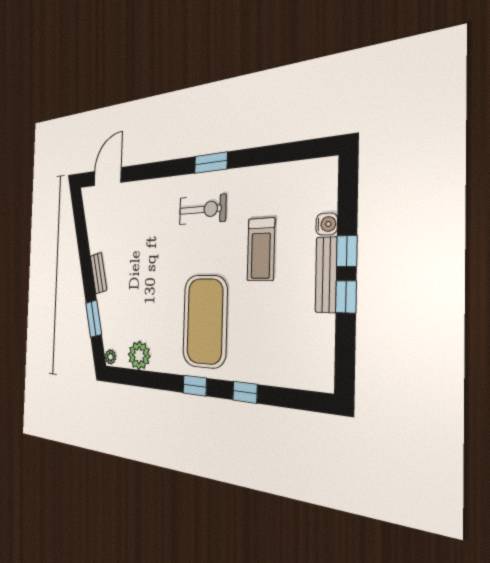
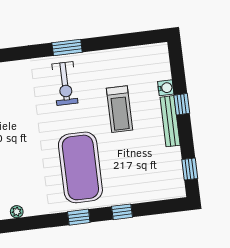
exercise bike: (202, 209) -> (65, 83), turned 90
window: (346, 297) -> (190, 169), moved
plant: (139, 355) -> (17, 212), width x0.53, depth x0.53

